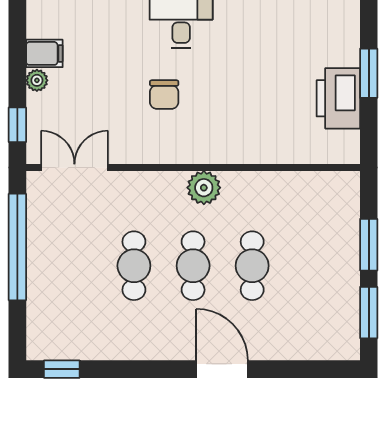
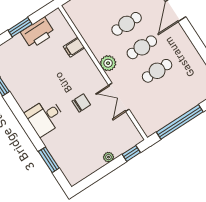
filing cabinet: (44, 53) -> (74, 47), moved, turned -90
double door: (74, 168) -> (119, 97), moved

